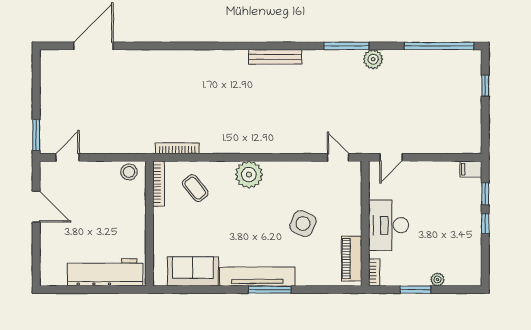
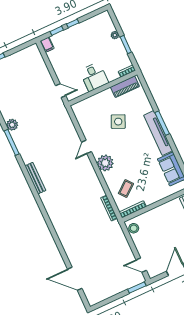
door: (338, 157) -> (87, 147), moved
desk: (389, 225) -> (94, 77), width x0.73

